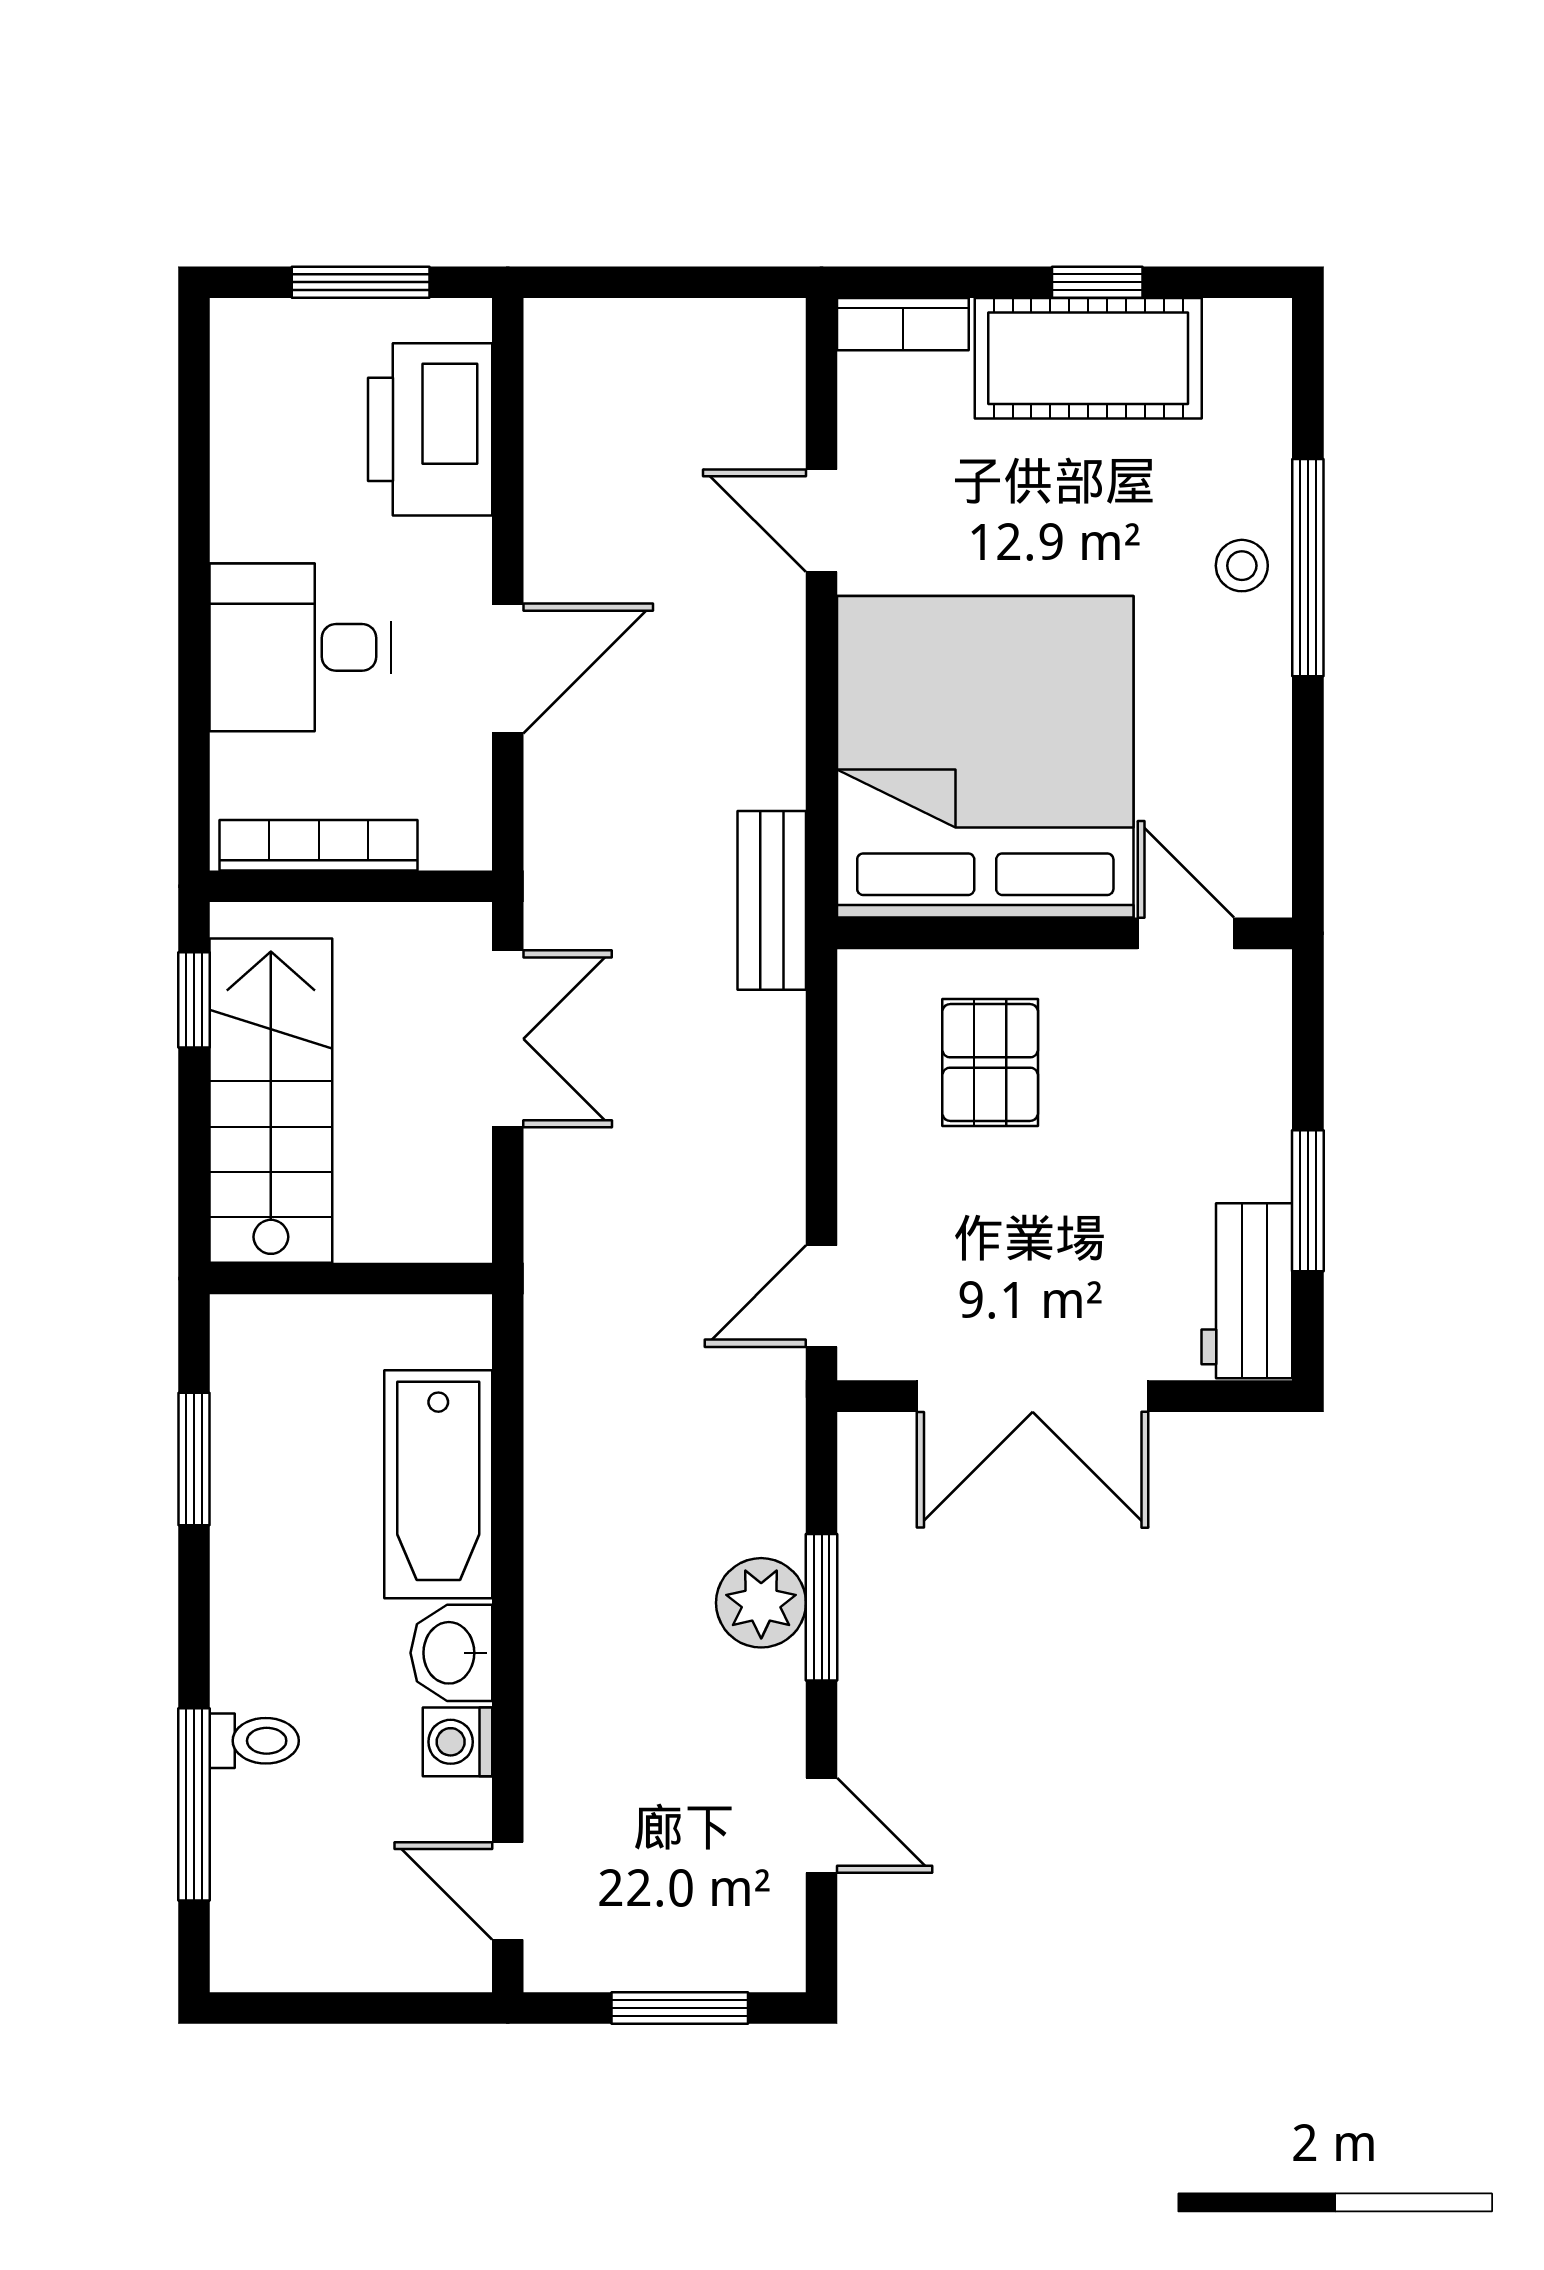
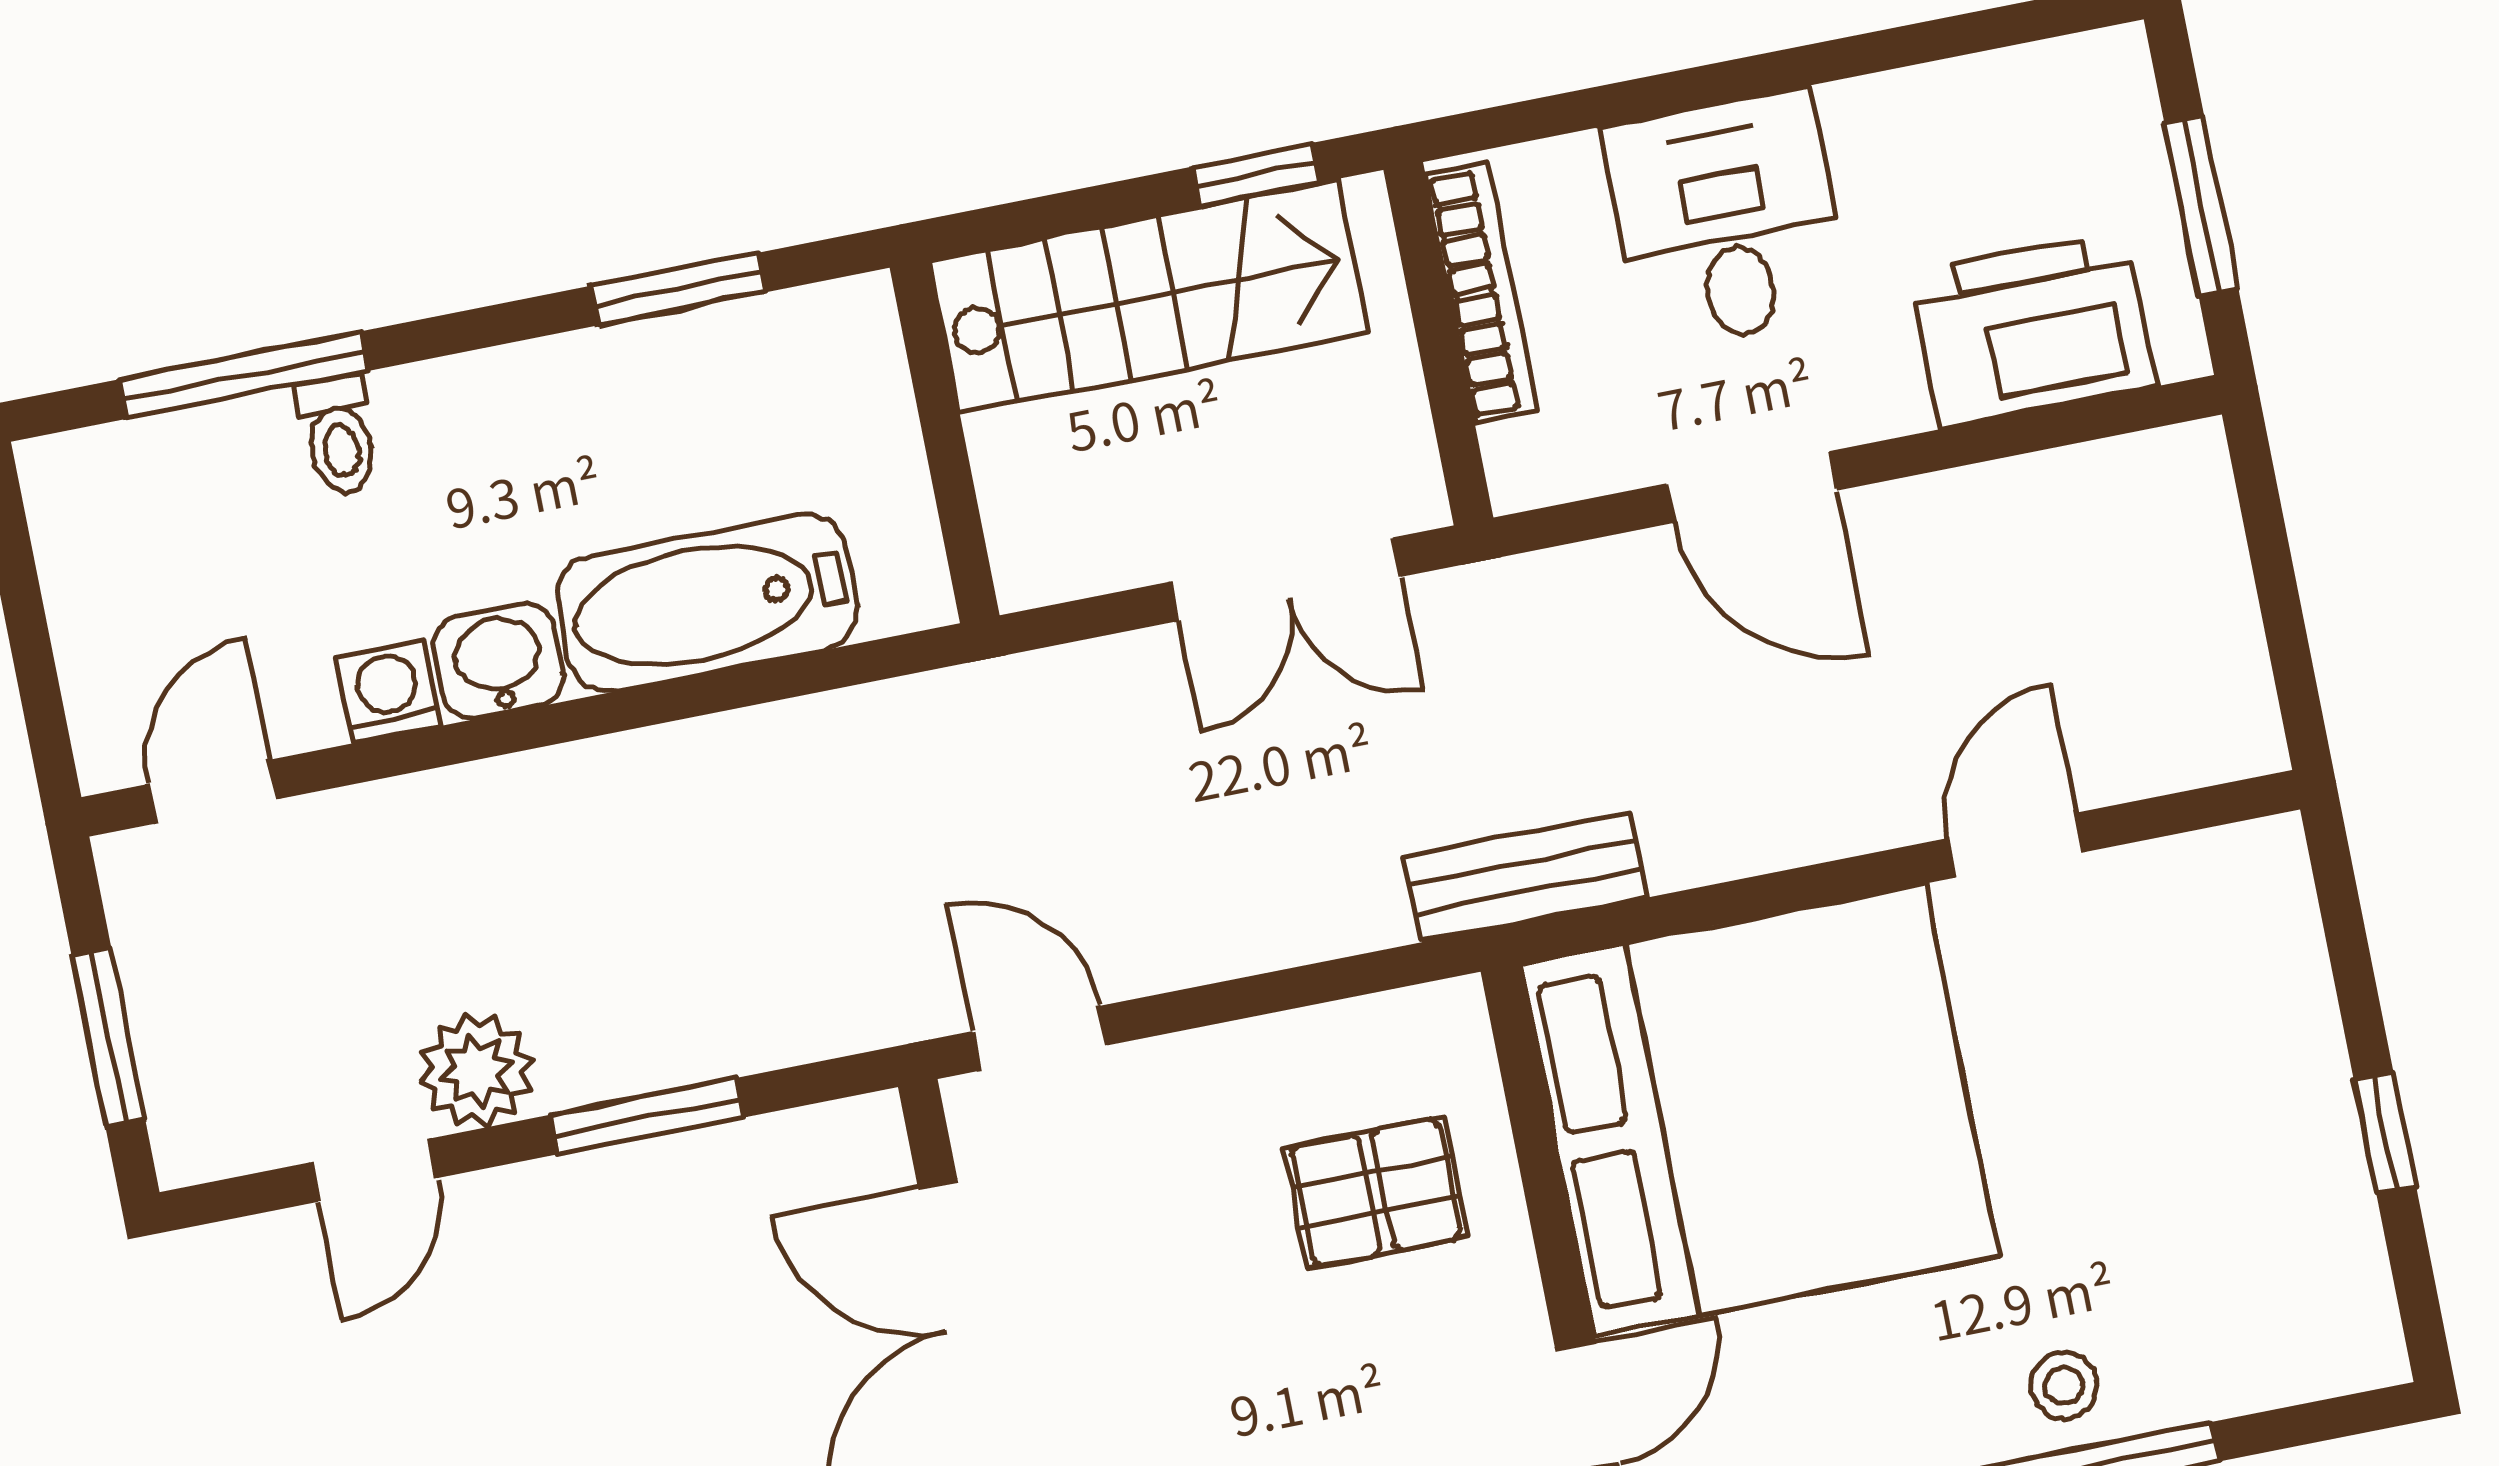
bookcase: (903, 324) -> (2284, 898), removed
cot: (1088, 358) -> (2287, 1140), removed
plant: (761, 1603) -> (476, 1071), moved

